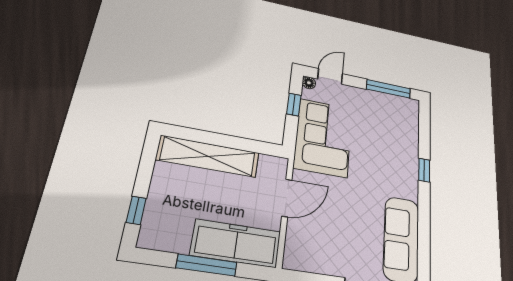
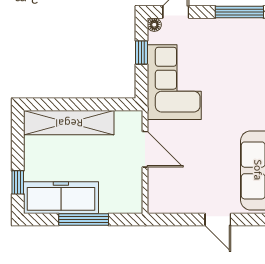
door: (287, 198) -> (145, 149), hinge flipped
freezer: (236, 243) -> (61, 198), moved

